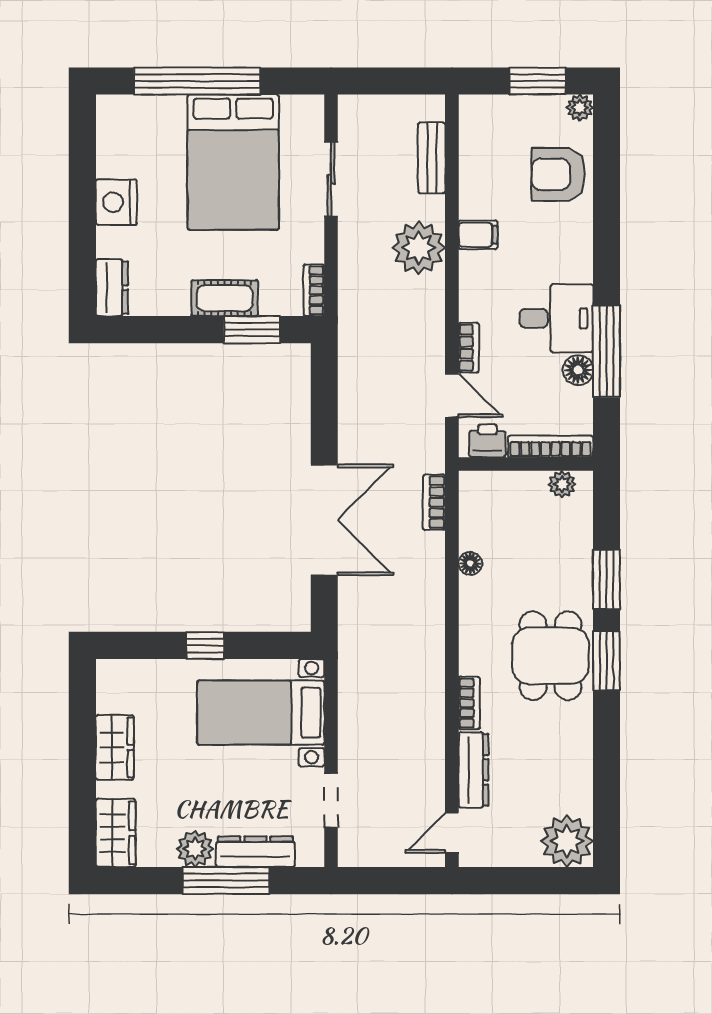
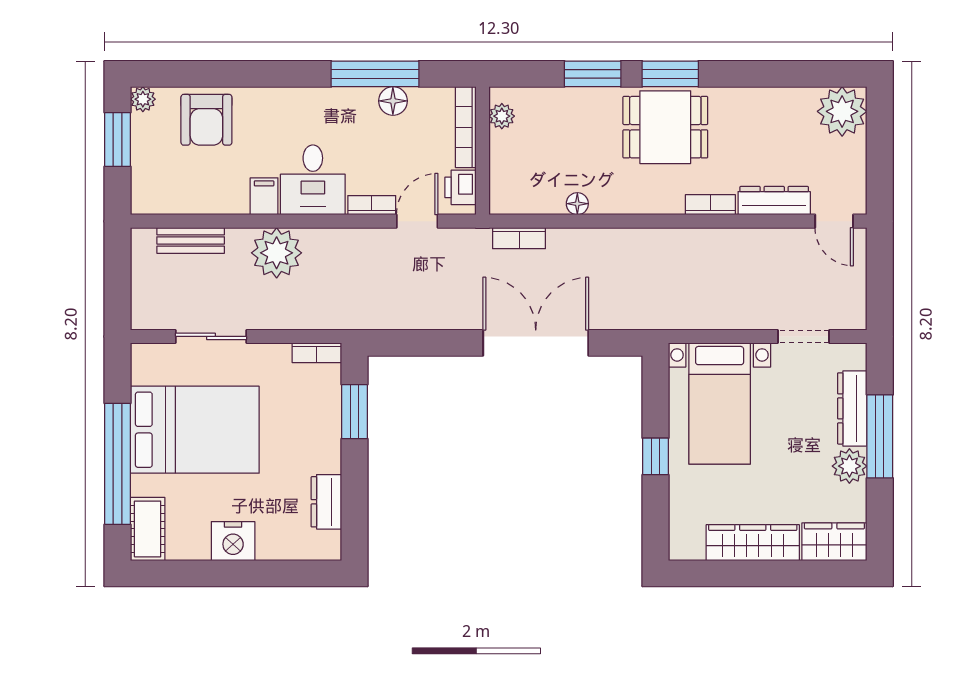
dresser: (112, 288) -> (326, 502), moved, turned -90
cot: (225, 298) -> (148, 529), moved
desk: (556, 318) -> (313, 180), moved, turned 180
wardrobe: (115, 747) -> (753, 543), width x1.50

